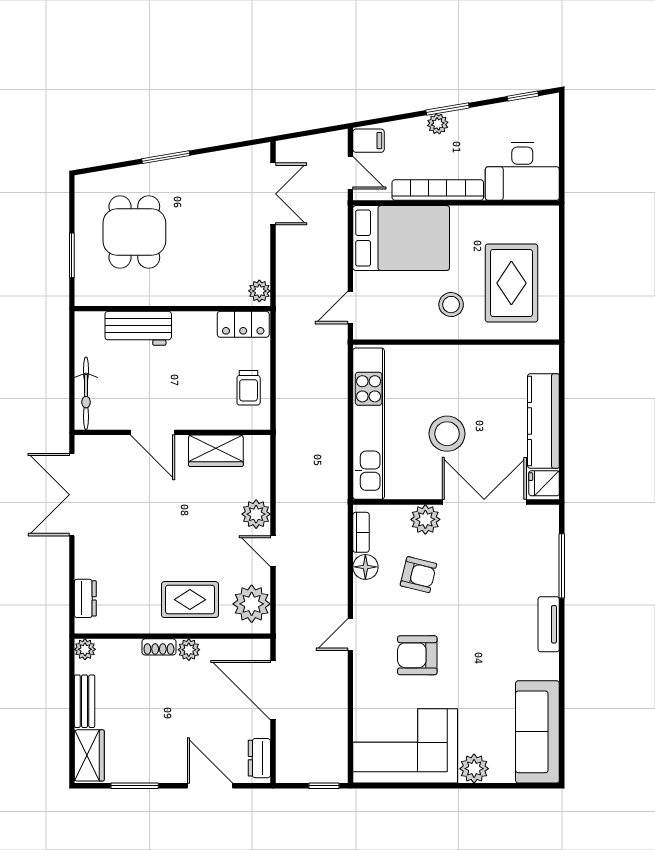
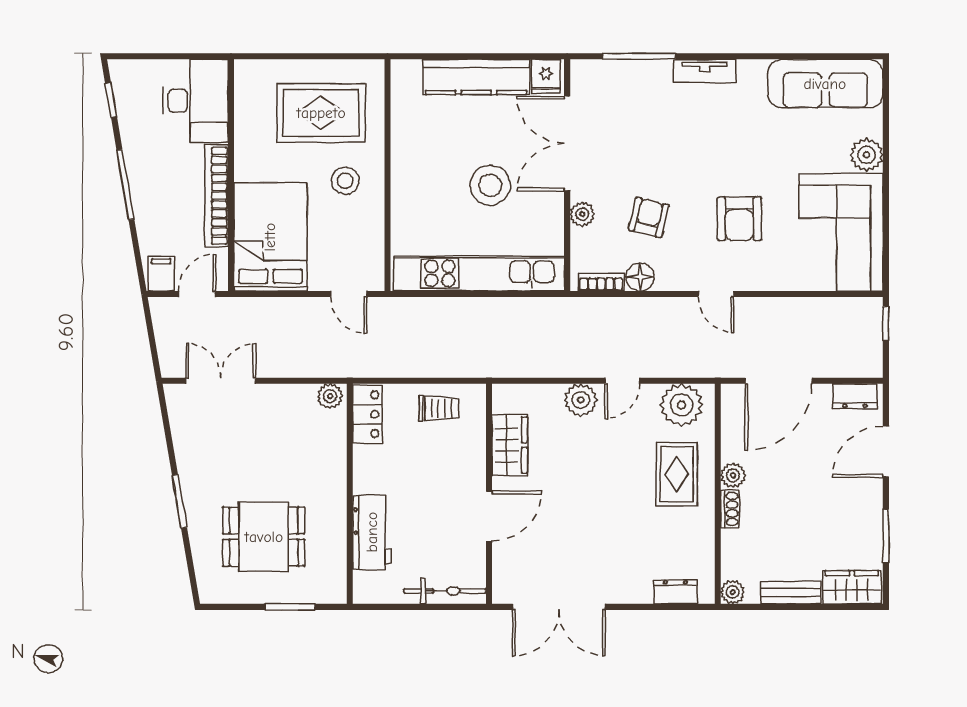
window: (448, 109) -> (125, 185), width x1.44
plant: (438, 124) -> (142, 196), removed
plant: (425, 519) -> (582, 214), width x0.73, depth x0.73

